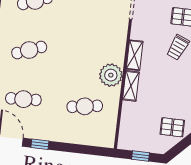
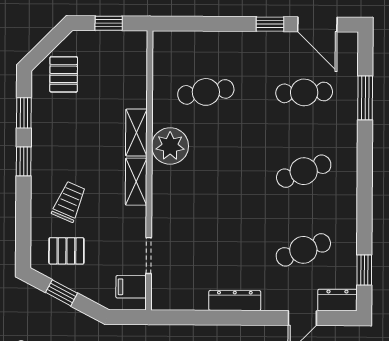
pallet: (172, 127) -> (64, 74), turned 90

